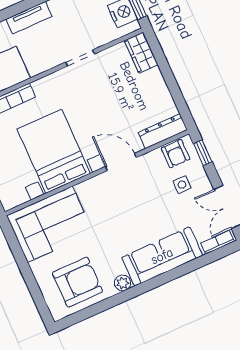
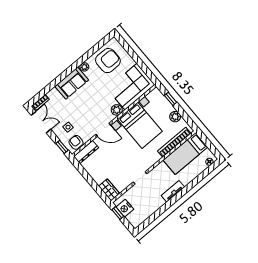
plant: (87, 190) -> (117, 110), added
sofa: (162, 256) -> (72, 83), width x0.73
armchair: (77, 282) -> (108, 61), turned 180

